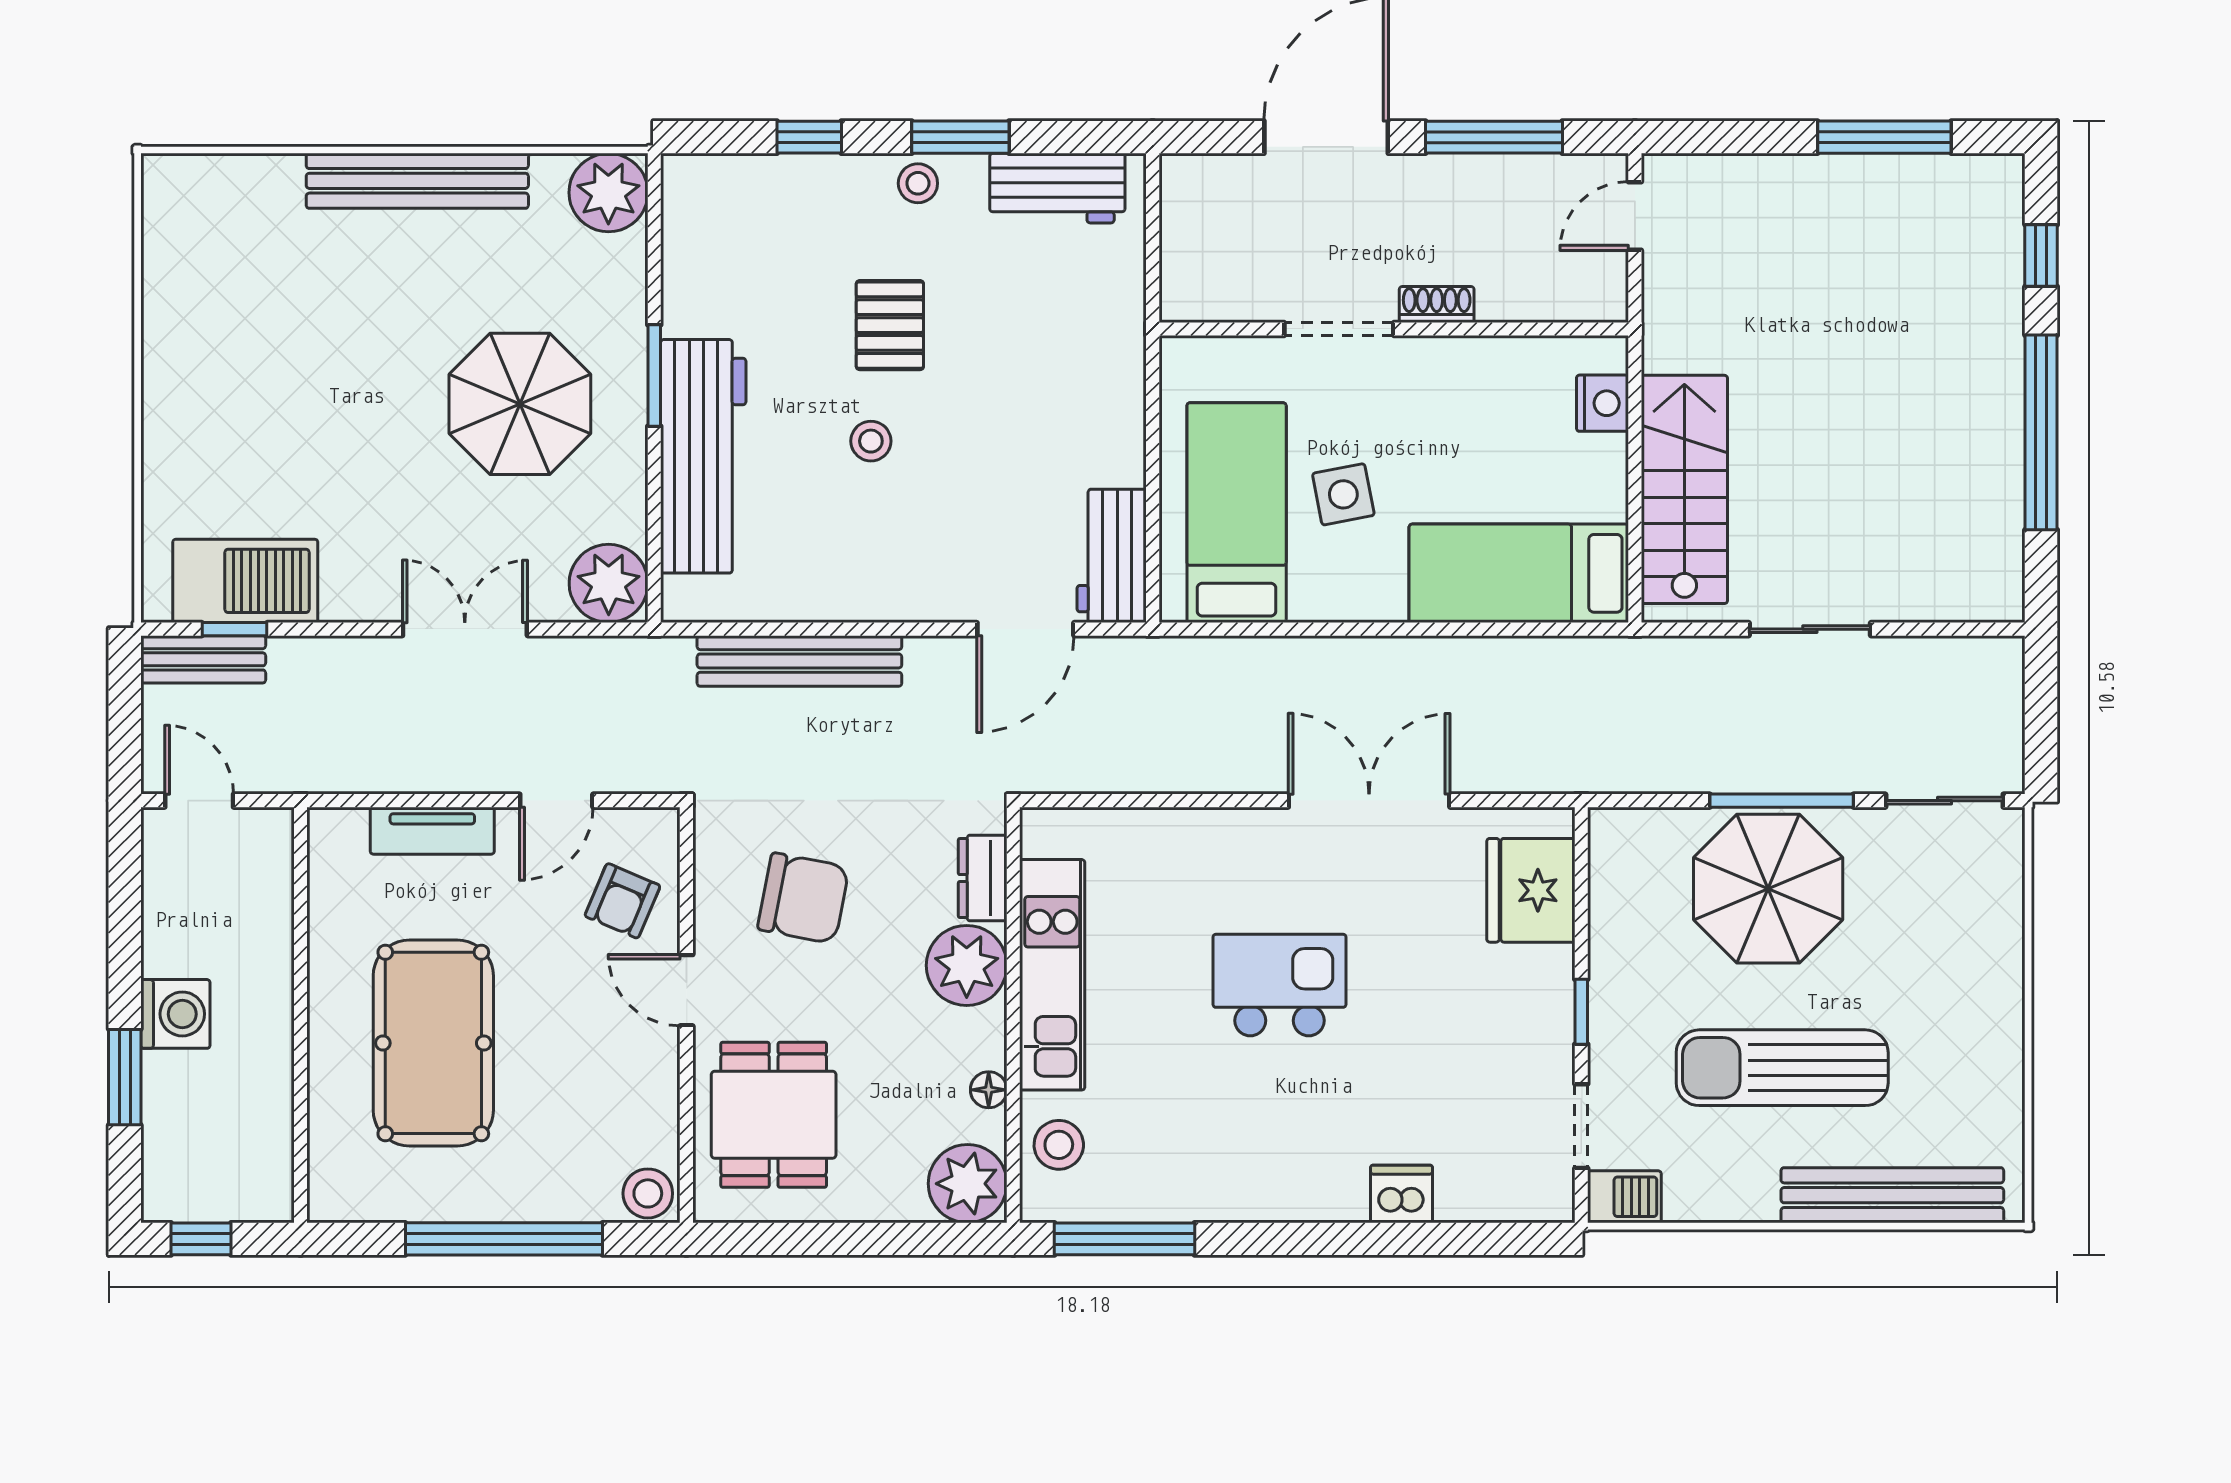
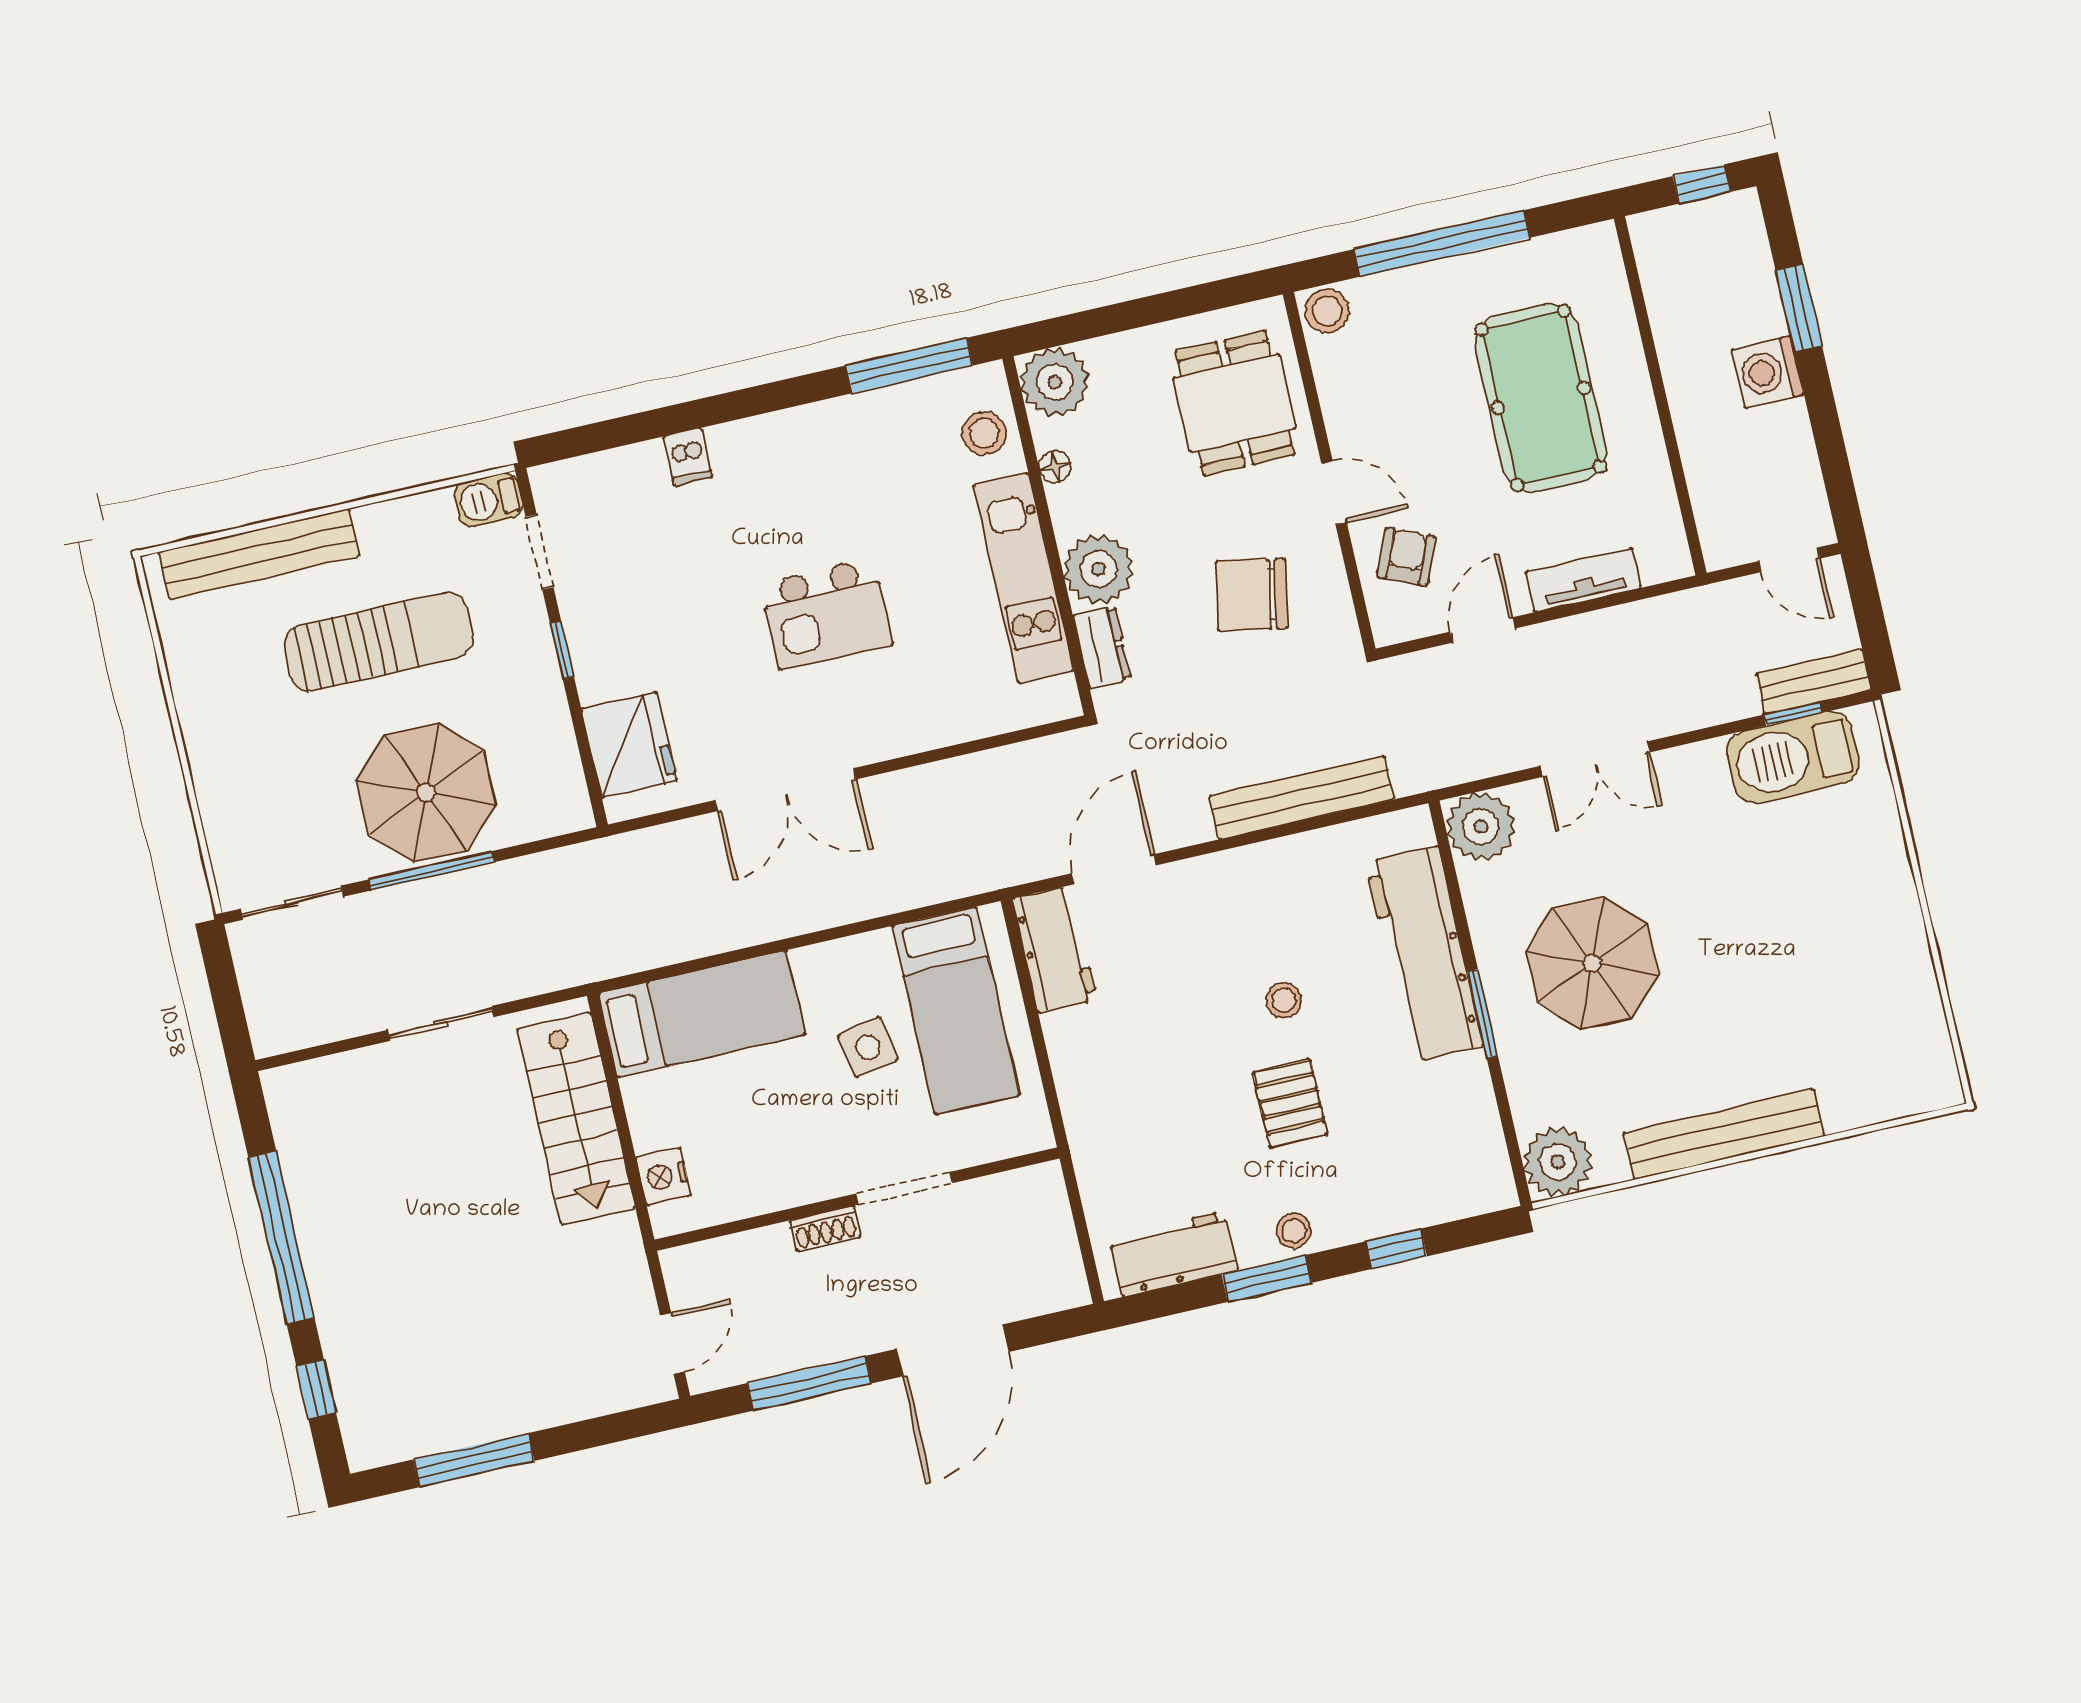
dishwasher: (1402, 1194) -> (688, 457), width x0.73

